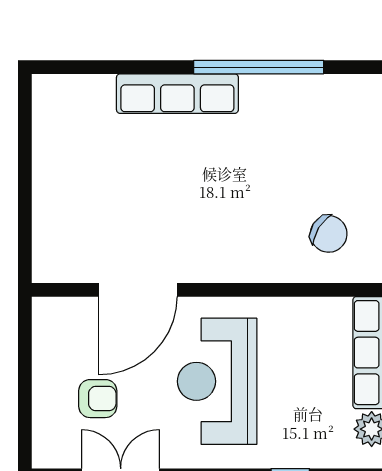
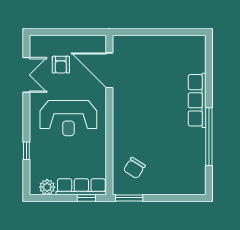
door: (138, 290) -> (109, 70), moved
reception desk: (217, 381) -> (68, 118), turned 180

